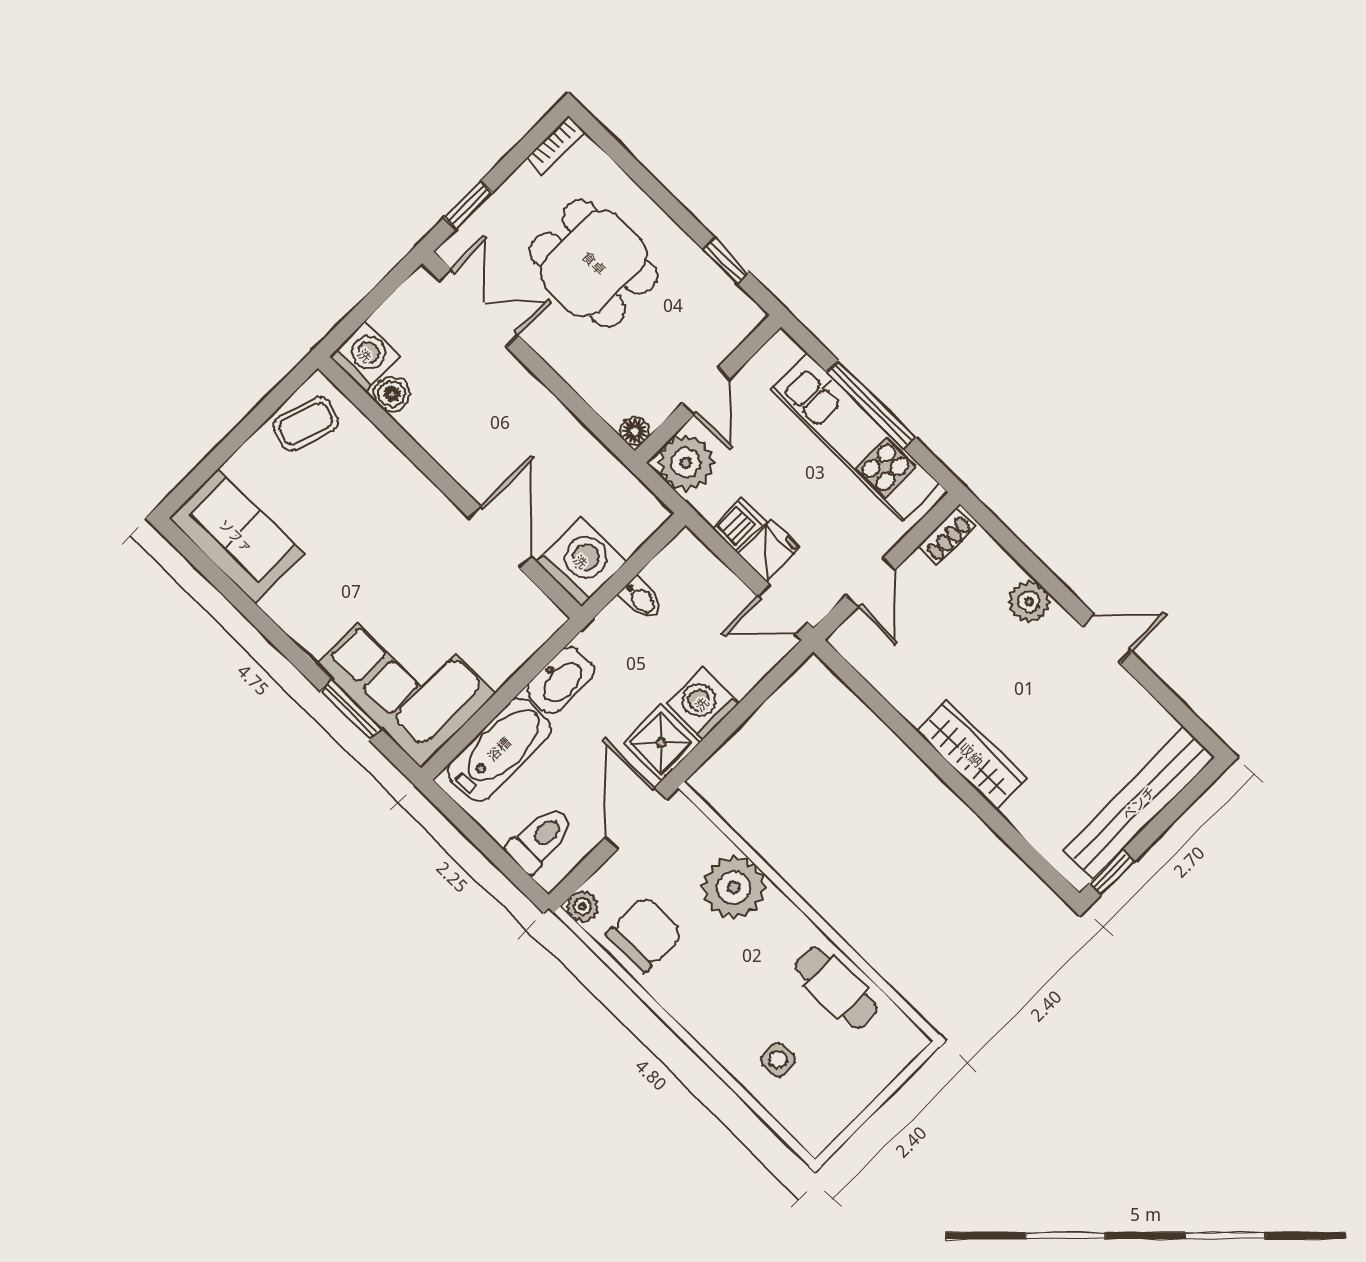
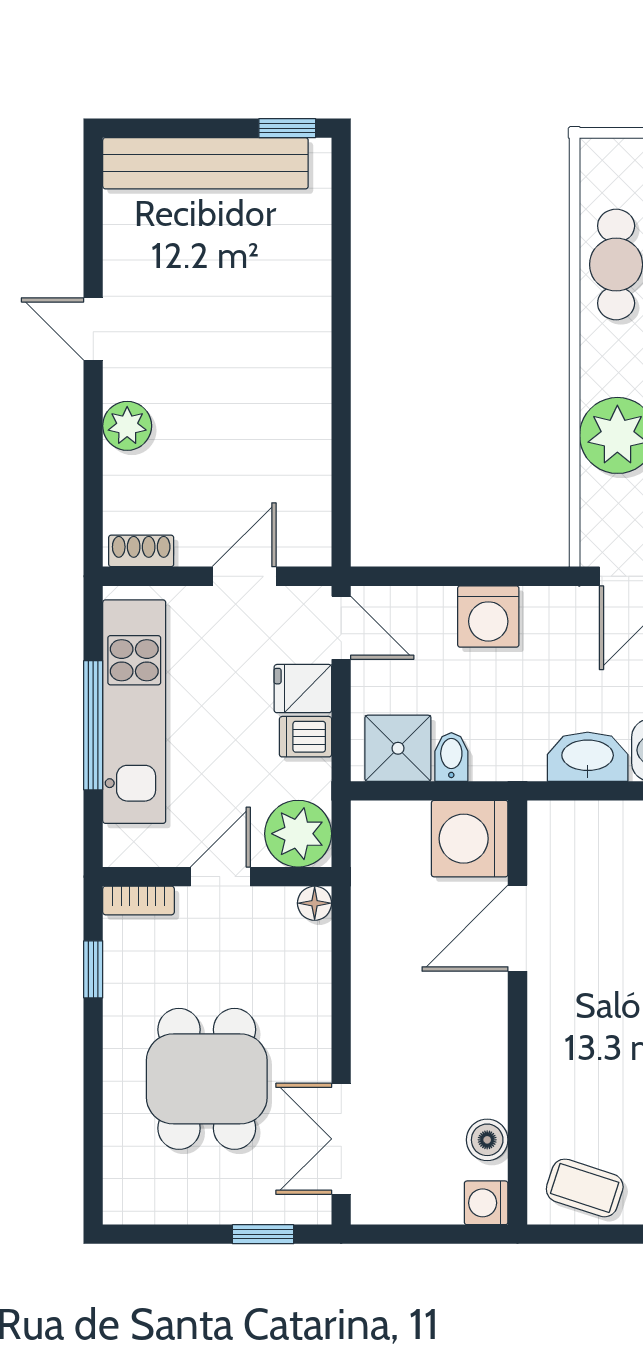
bookcase: (556, 145) -> (138, 900), moved, turned 180
washing machine: (365, 356) -> (486, 1203), width x0.73, depth x0.73
shower: (661, 743) -> (398, 748), moved
wardrobe: (971, 755) -> (305, 346), removed

